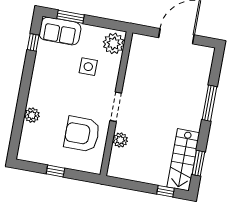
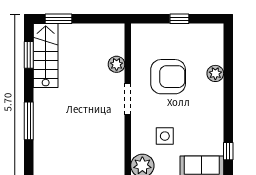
armchair: (82, 134) -> (168, 77), moved
window: (165, 191) -> (58, 19), width x1.50

